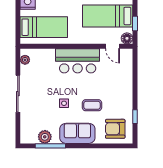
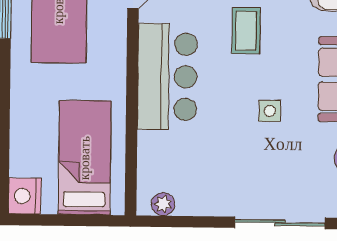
sliding door: (18, 94) -> (280, 223), moved
coffee table: (92, 105) -> (246, 31), moved

